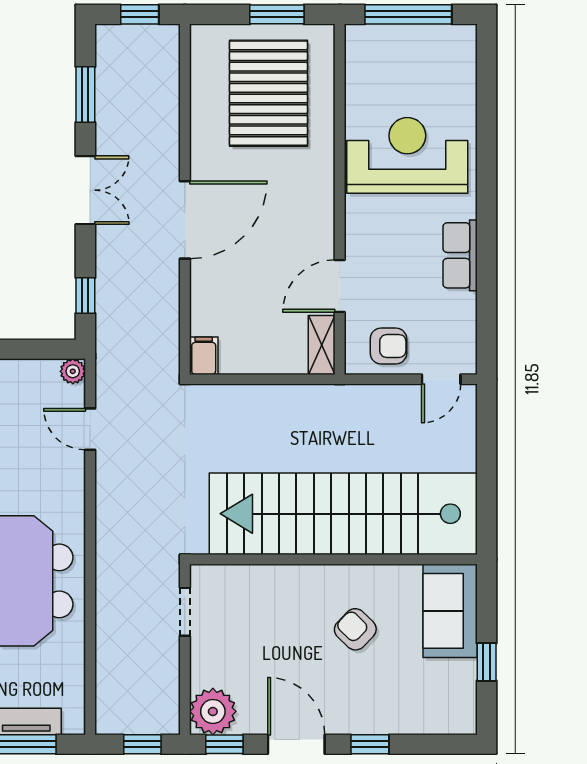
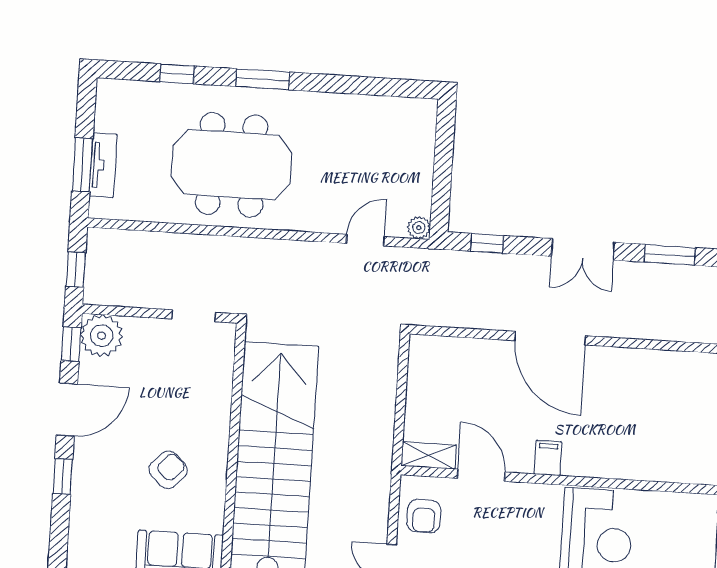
pallet: (268, 93) -> (661, 421), removed
filing cabinet: (204, 356) -> (548, 458), moved, turned -90

